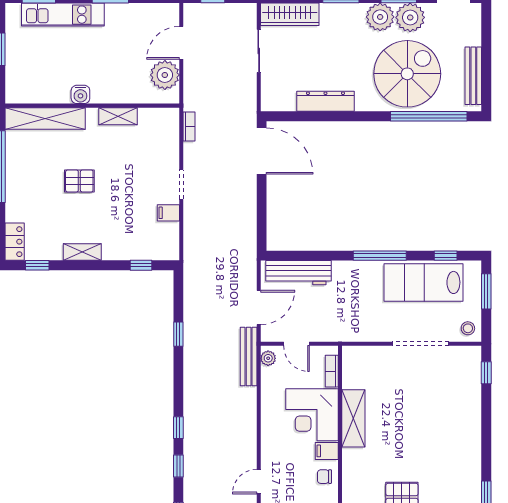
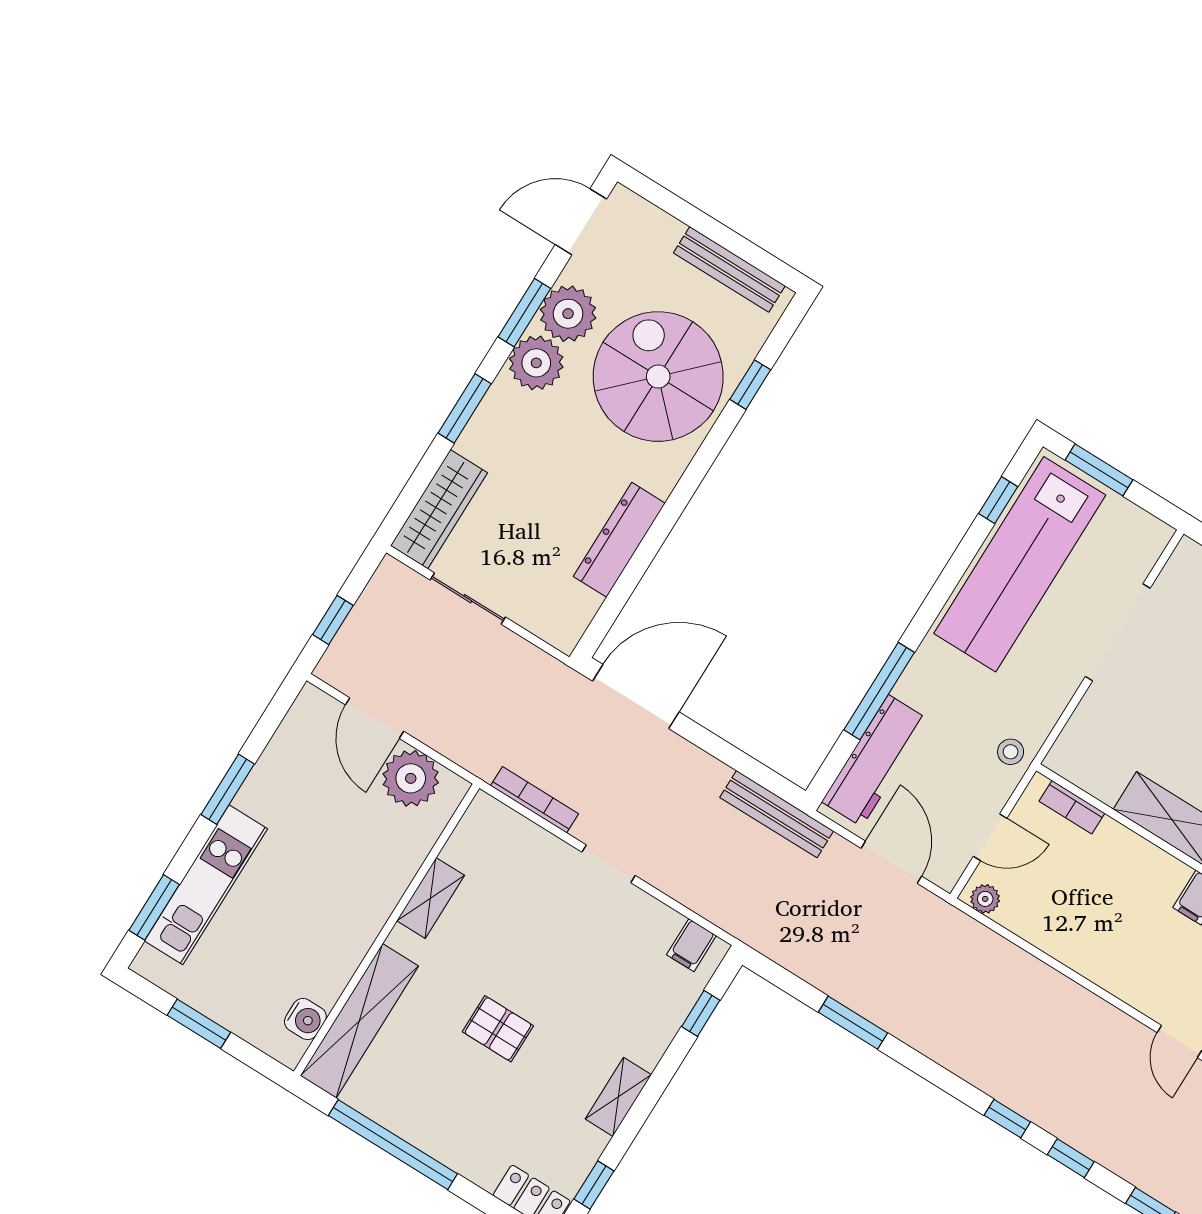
water cooler: (80, 94) -> (305, 1019), moved
window: (429, 116) -> (750, 385), width x0.32
bookcase: (189, 127) -> (534, 800), width x1.56
pallet: (79, 181) -> (498, 1029), turned 90
filing cabinet: (168, 213) -> (691, 945), moved
window: (380, 256) -> (879, 691), moved
lab bench: (424, 282) -> (1020, 564), width x1.36
stool: (468, 328) -> (1011, 752), moved
window: (178, 334) -> (853, 1023), width x1.50
bench: (249, 356) -> (777, 814), moved
corner desk: (312, 415) -> (1124, 885), removed

